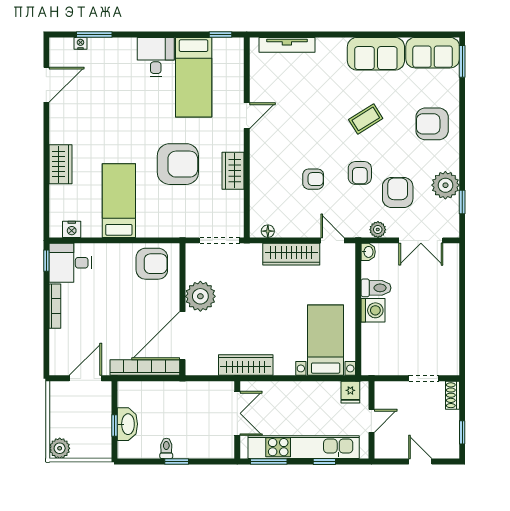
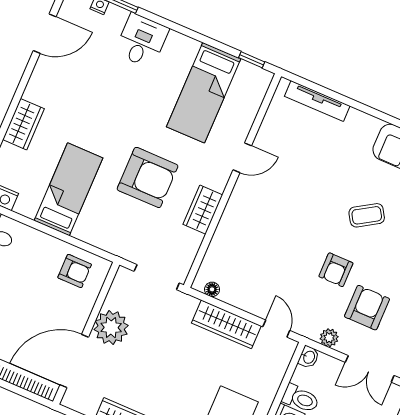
desk: (156, 57) -> (142, 41), moved
armchair: (313, 179) -> (284, 255), removed
armchair: (152, 264) -> (75, 271), width x0.72, depth x0.72

